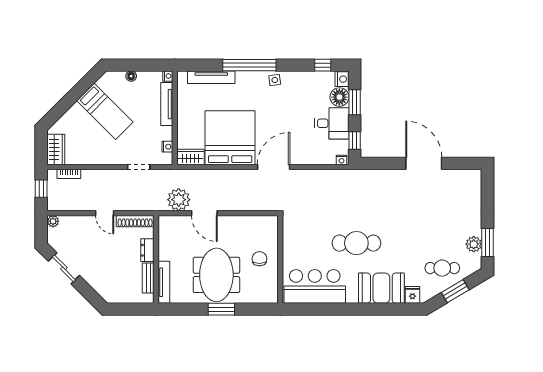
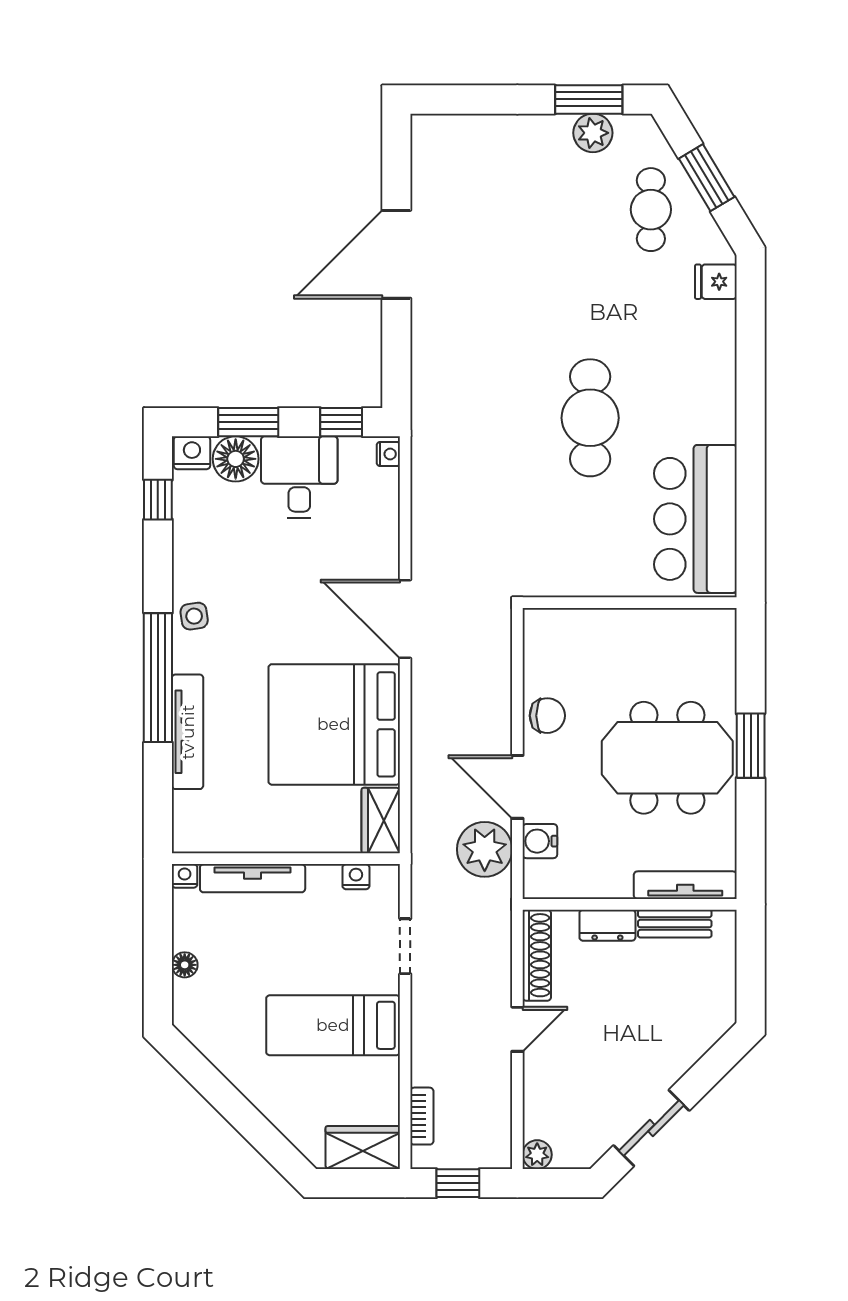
tv unit: (211, 77) -> (188, 732), moved
bed: (105, 111) -> (333, 1025), moved, turned -135
door: (204, 213) -> (517, 787), swing flipped
water cooler: (182, 222) -> (540, 841), added
chair: (259, 259) -> (547, 716), moved, turned 180
booth: (381, 288) -> (699, 357), removed

